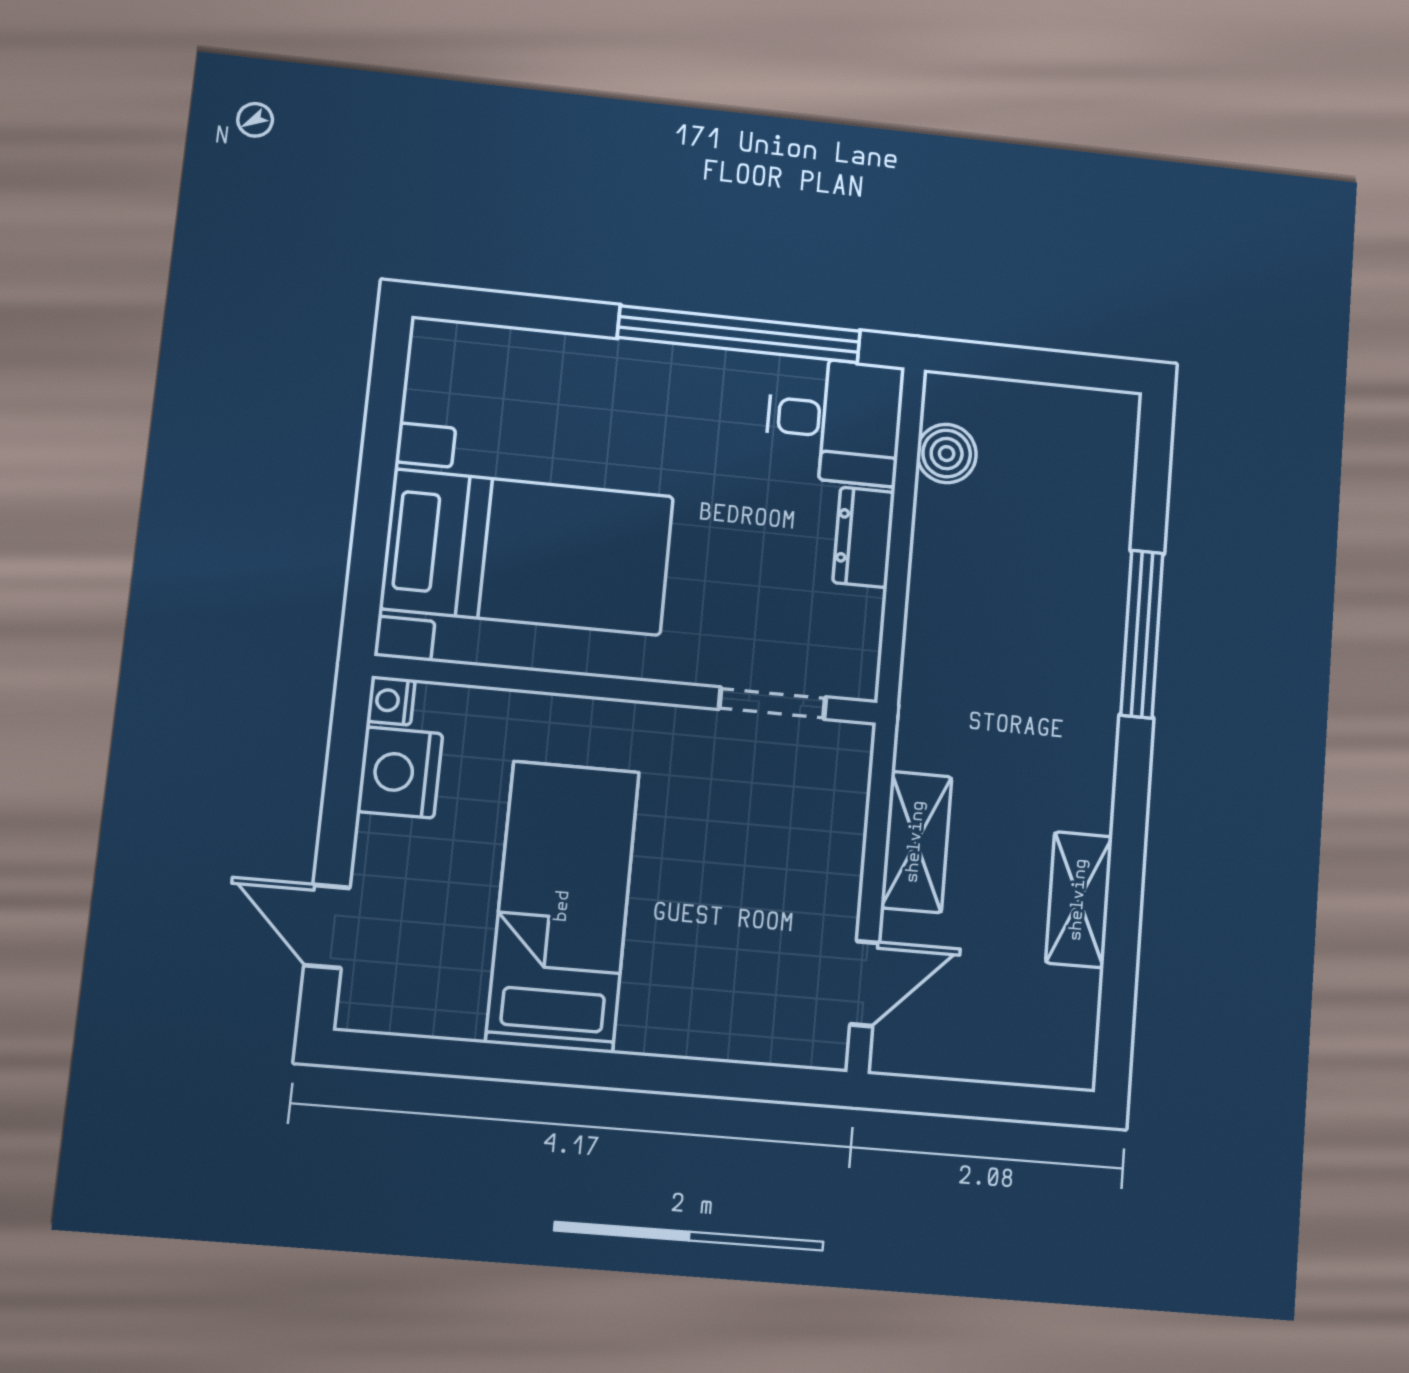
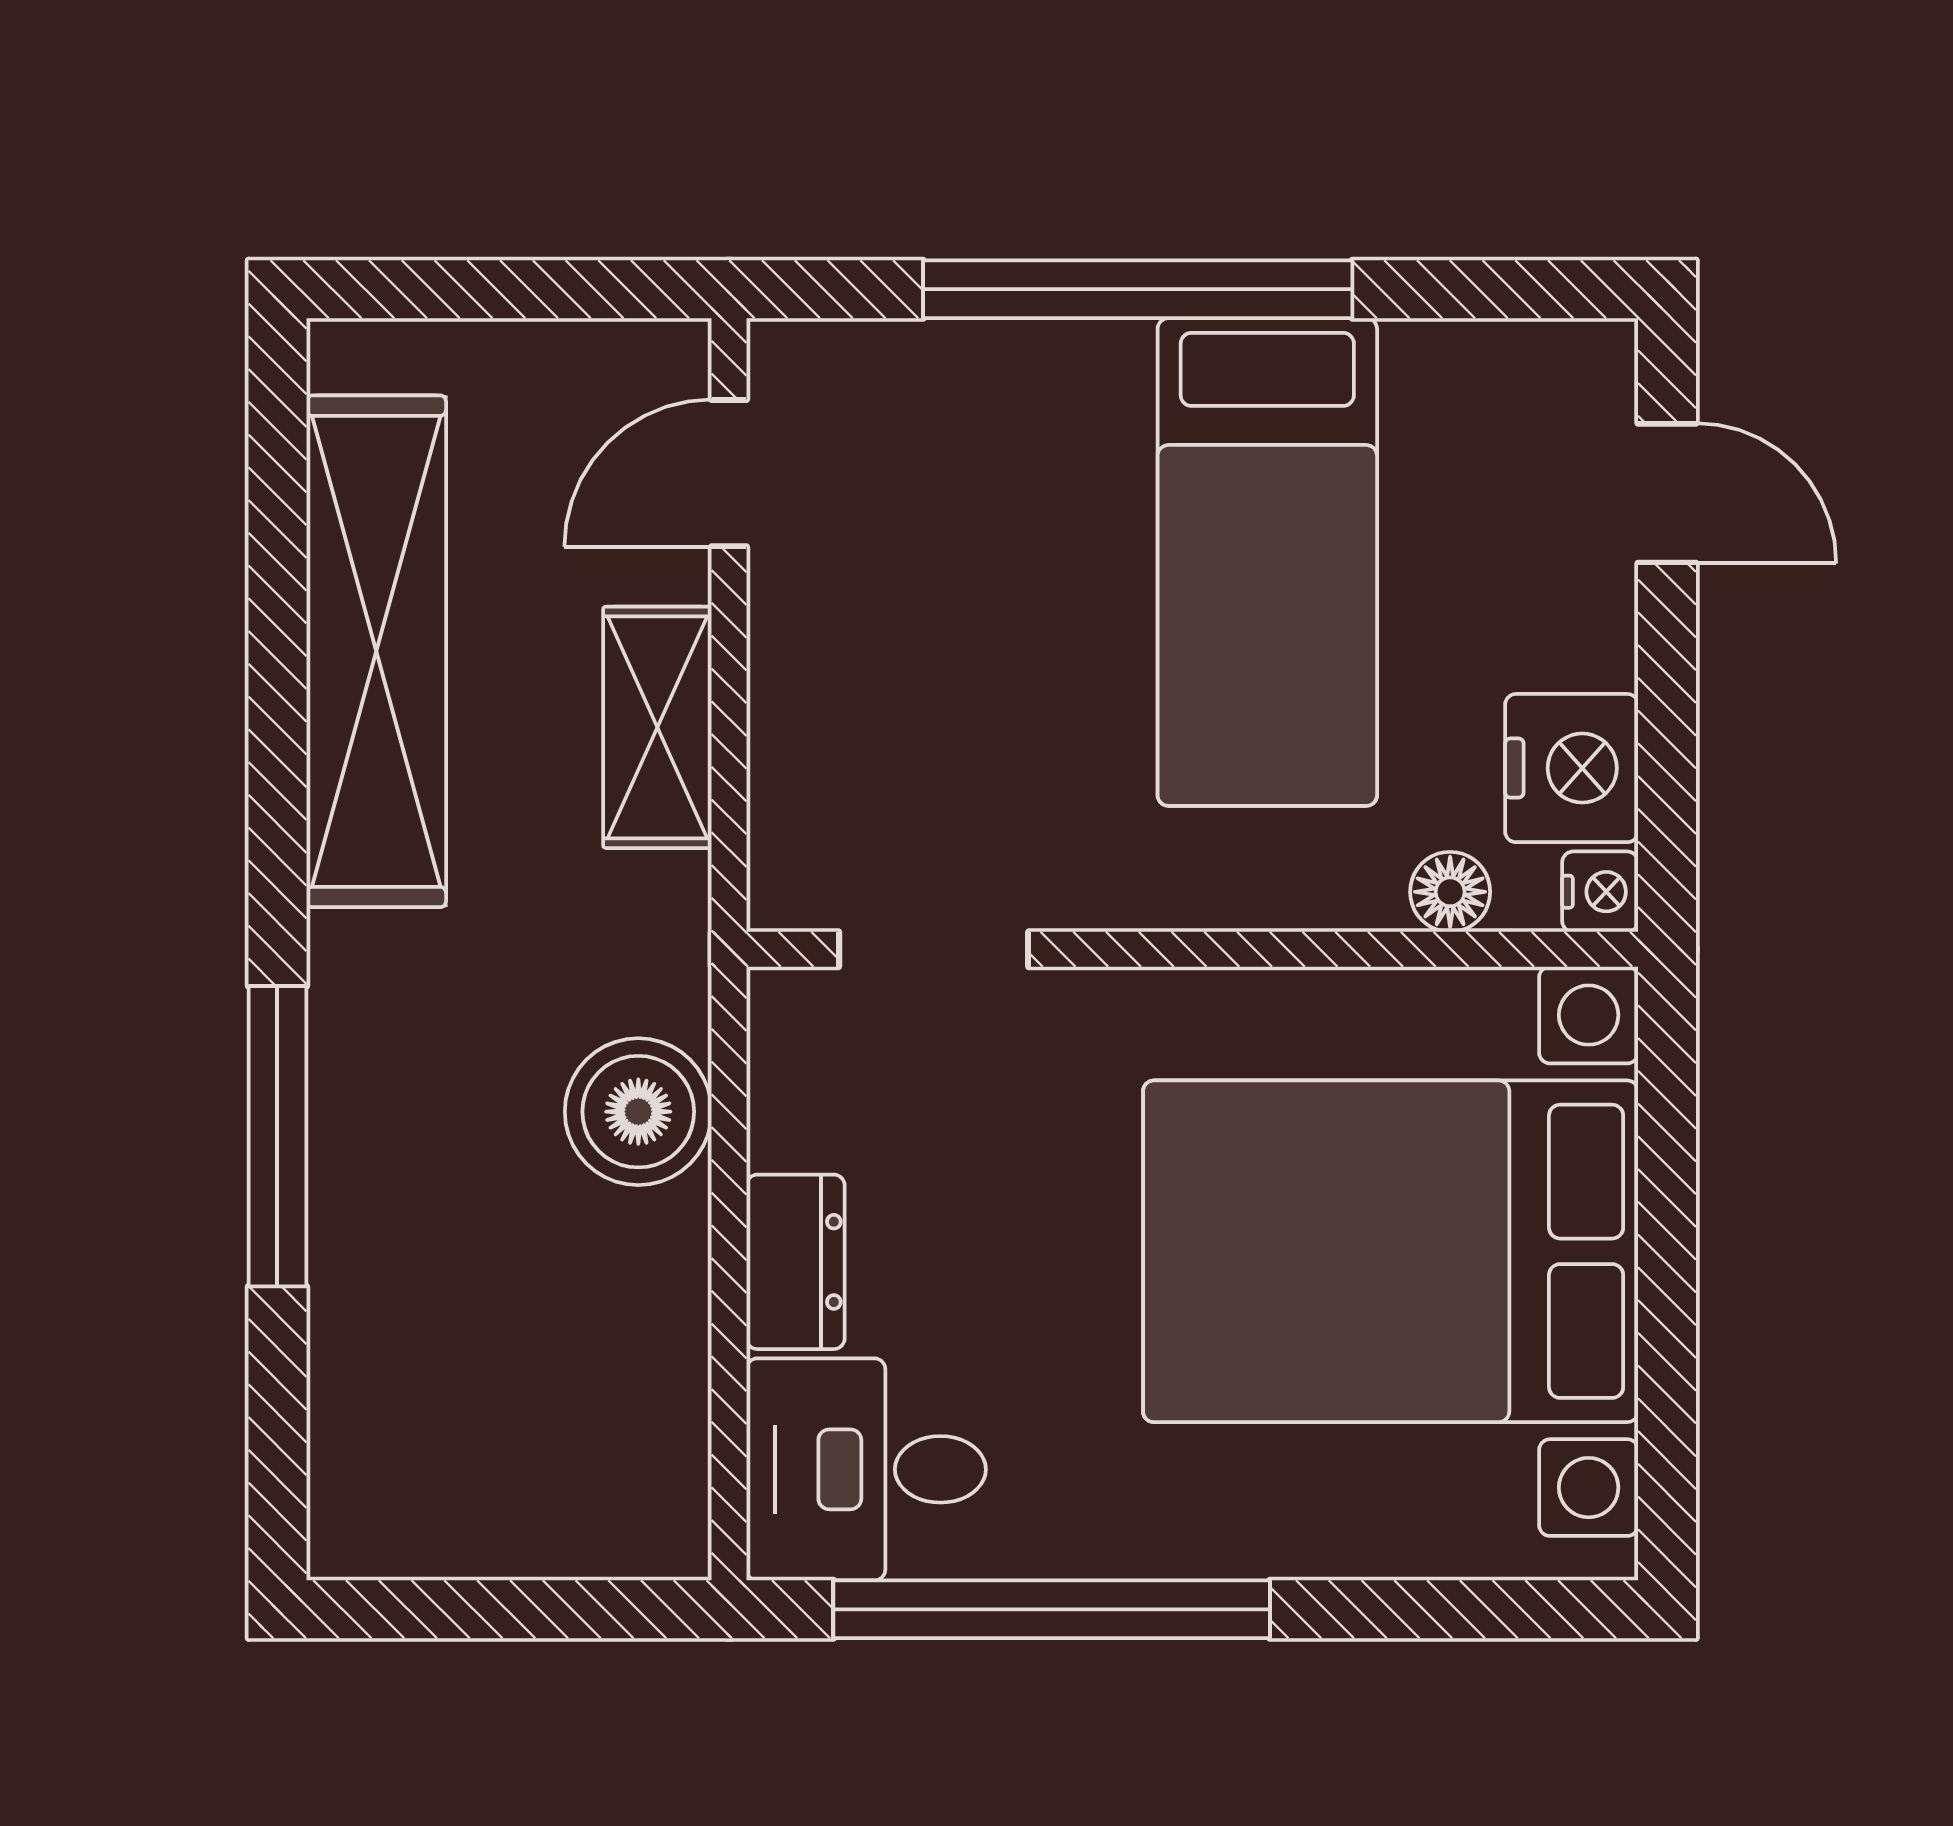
boiler: (947, 454) -> (638, 1112), moved, width x1.36, depth x1.36
bed with nightstands: (527, 552) -> (1391, 1251), width x1.36
floor lamp: (477, 708) -> (1450, 892), added
shelving: (1079, 900) -> (376, 651), width x2.20, depth x1.33
window: (622, 1071) -> (1138, 289), added

